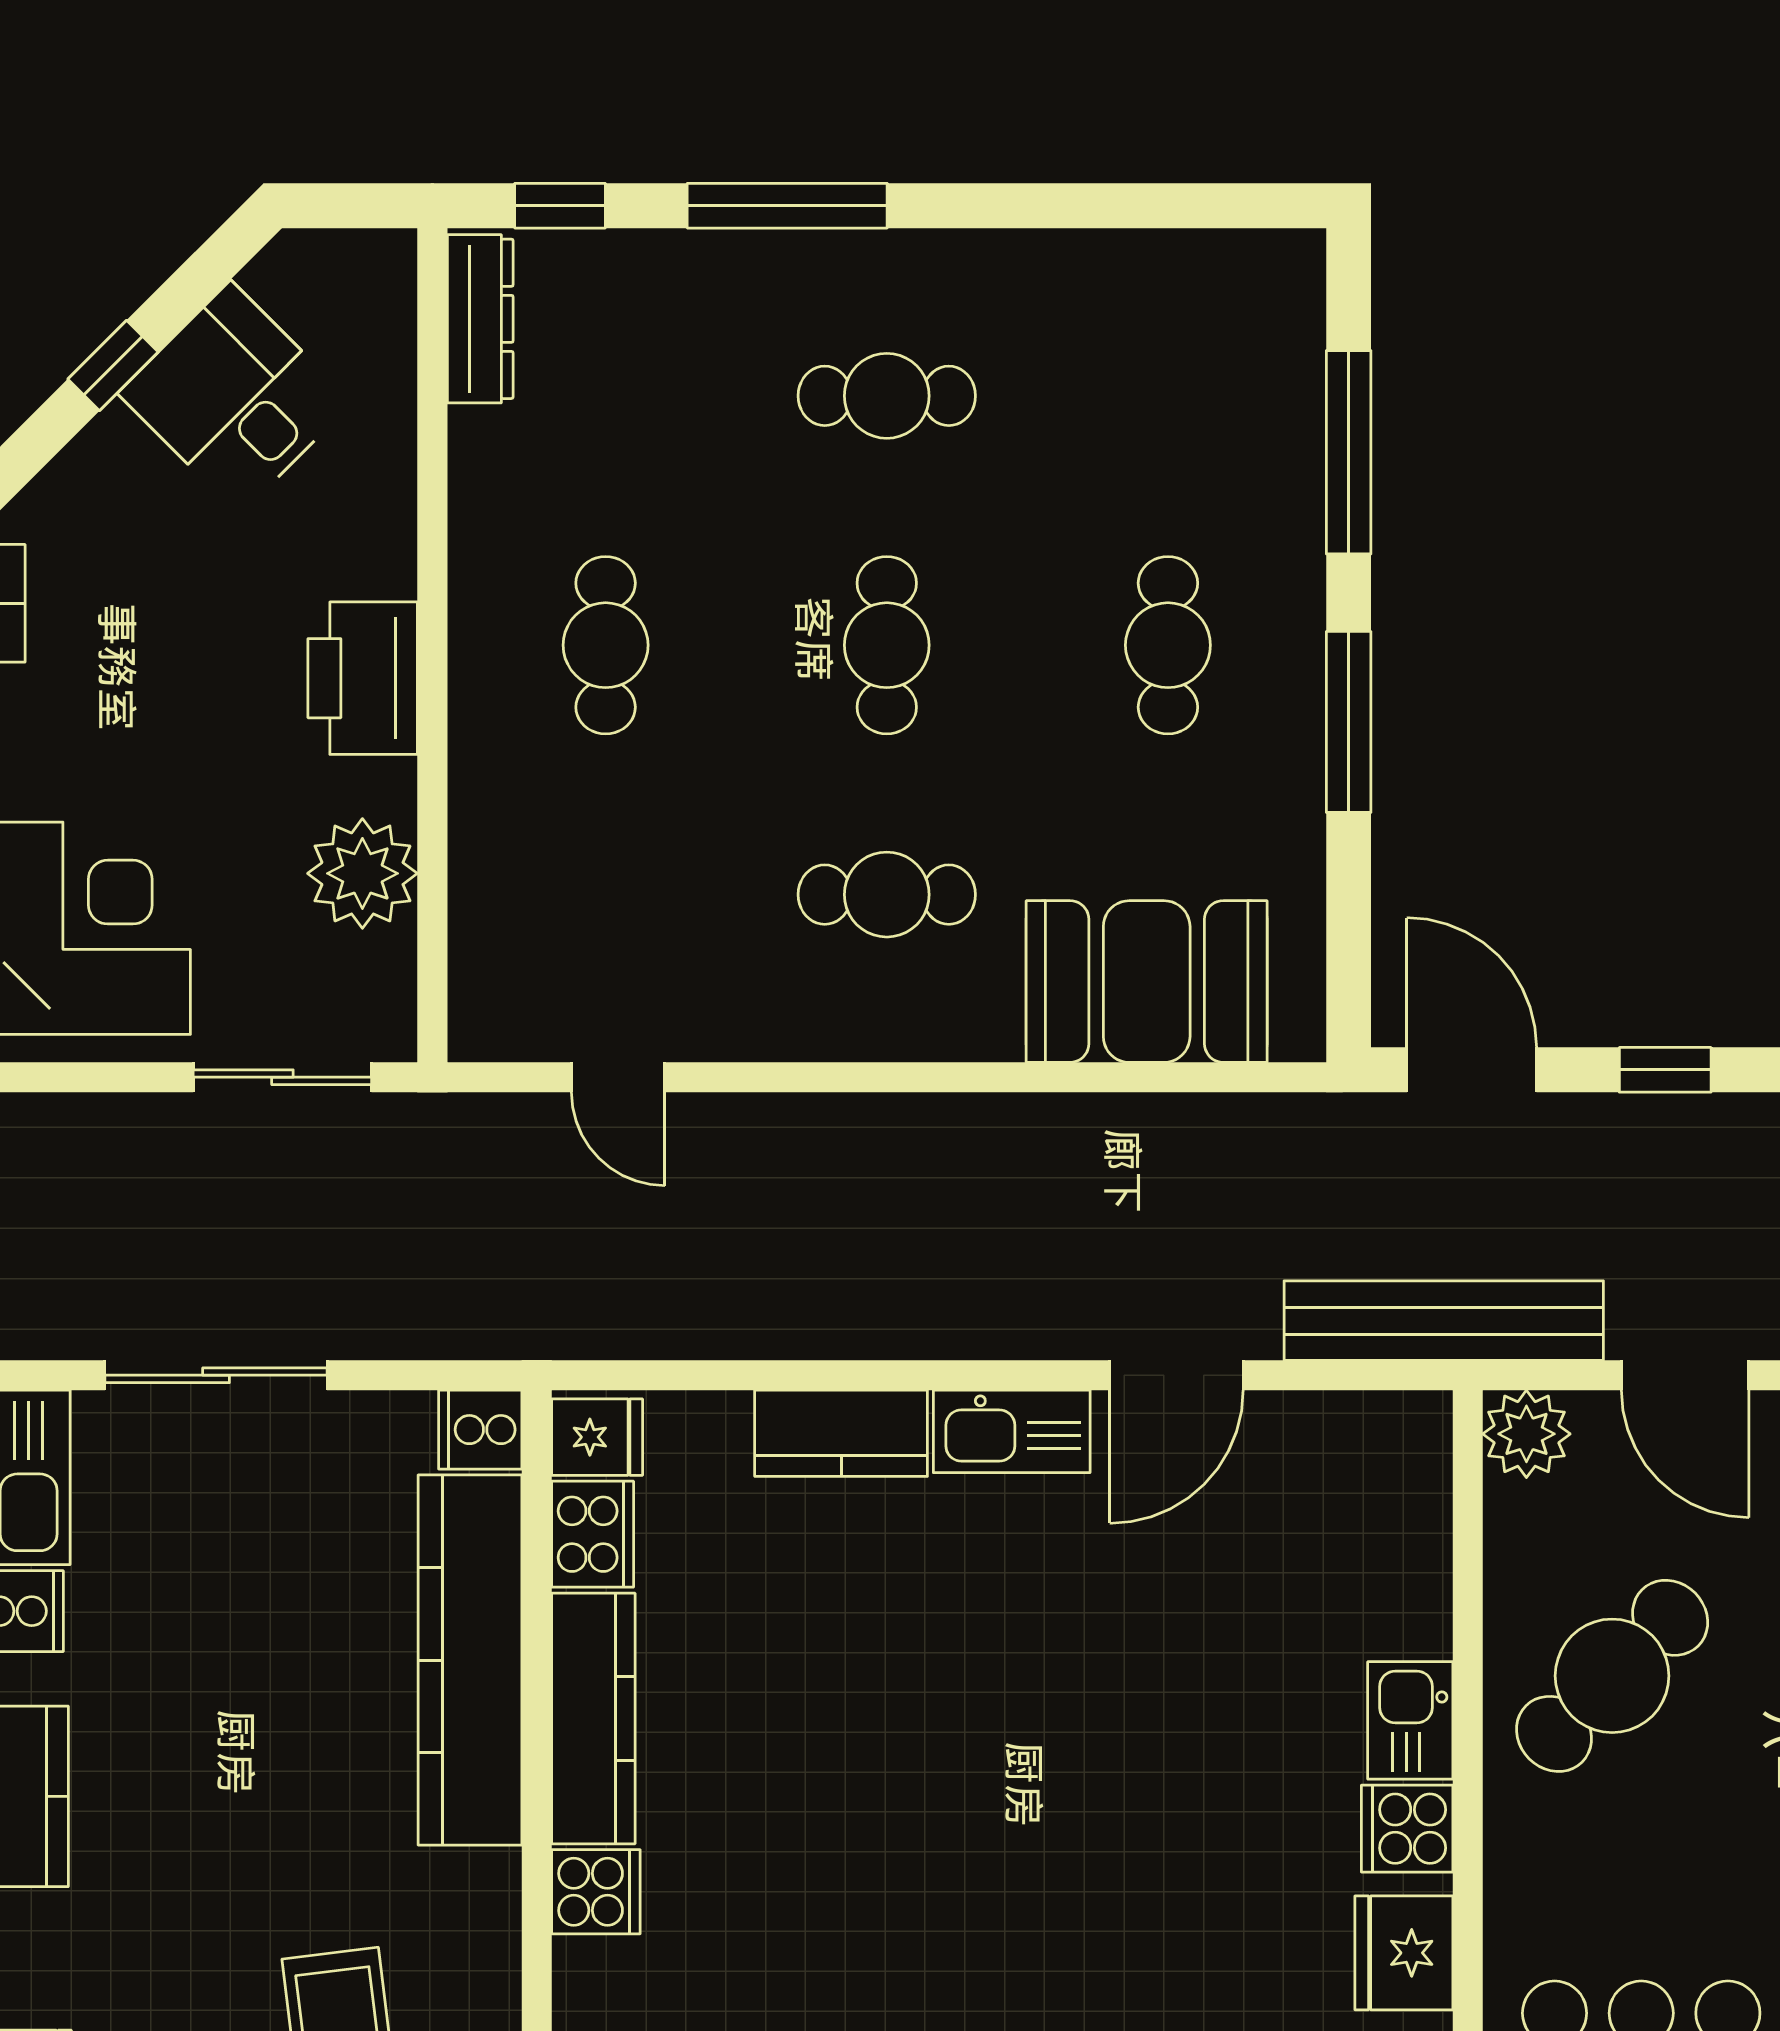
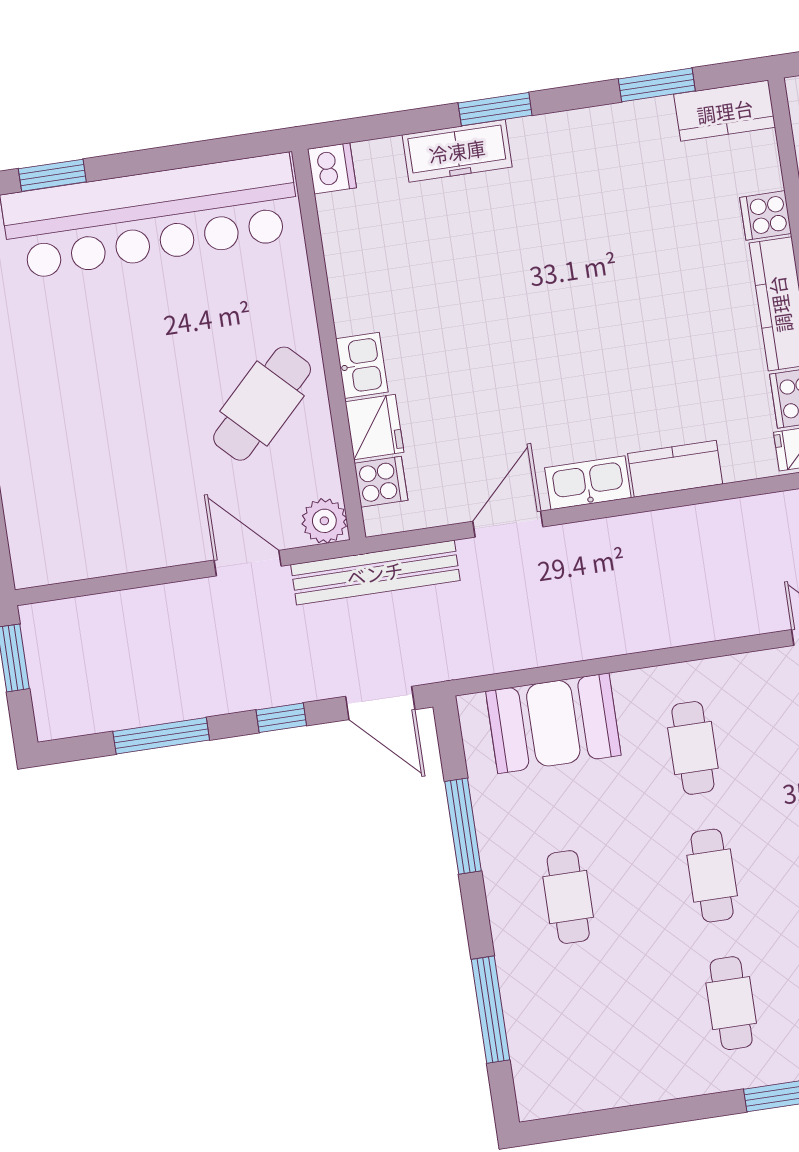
cafe table: (887, 396) -> (731, 1003), turned 90
window: (1349, 722) -> (463, 826), moved
cafe table: (887, 895) -> (693, 748), turned 90
cooker: (1407, 1829) -> (381, 482), moved
fridge: (1404, 1953) -> (375, 427), moved

